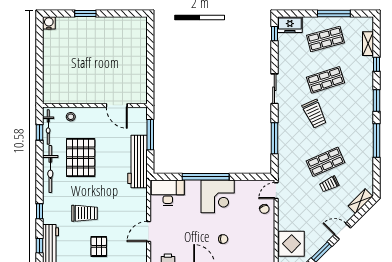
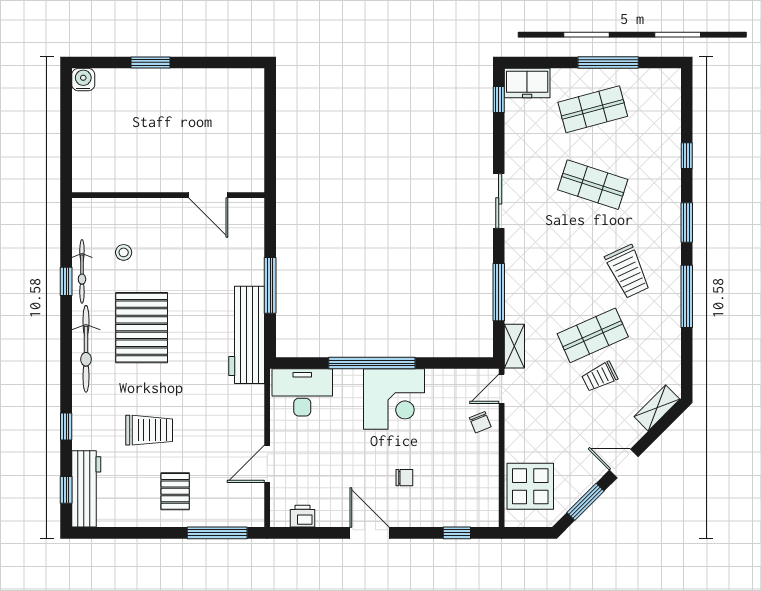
shelving: (368, 44) -> (514, 346), moved
shop shelf: (325, 80) -> (593, 185), turned 36
wall: (95, 105) -> (168, 195), moved
door: (117, 105) -> (208, 195), moved
trolley: (315, 114) -> (628, 271), moved

